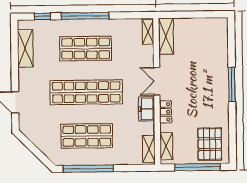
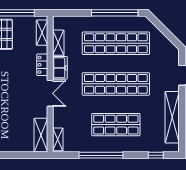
window: (85, 16) -> (101, 155), moved
shelving: (25, 48) -> (172, 117), width x1.47
shop shelf: (87, 136) -> (116, 43), width x1.40
shelving: (149, 149) -> (58, 43), moved

